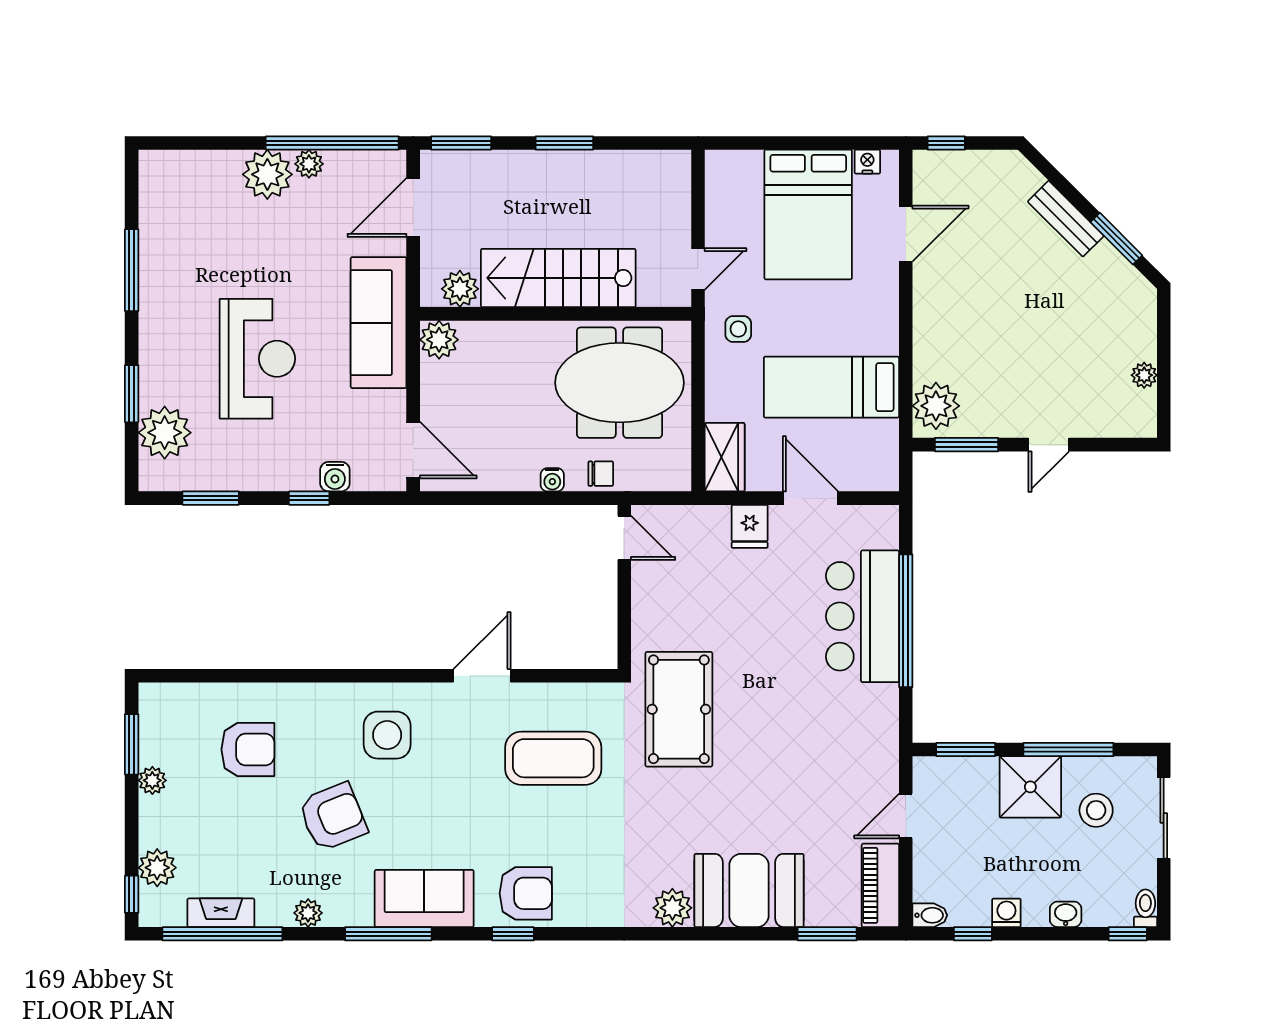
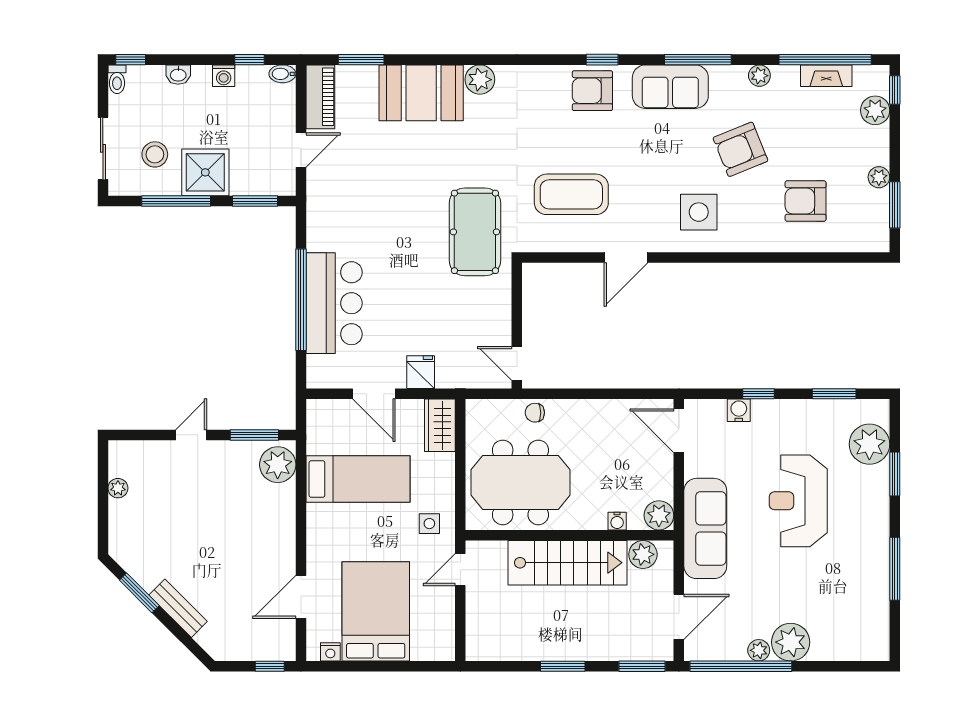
water cooler: (552, 480) -> (617, 521), moved, turned 180

